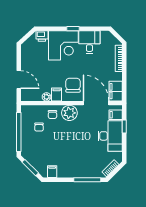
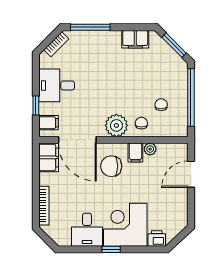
door: (19, 80) -> (191, 174), hinge flipped
chair: (73, 85) -> (111, 166), turned 90
desk: (110, 136) -> (57, 85), width x0.73
filing cabinet: (52, 172) -> (135, 39), width x2.00

